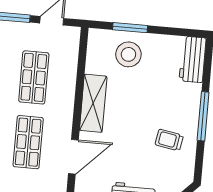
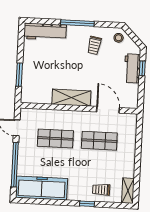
stool: (128, 54) -> (119, 38), moved, width x0.53, depth x0.53
workbench: (193, 59) -> (45, 32), width x1.38

